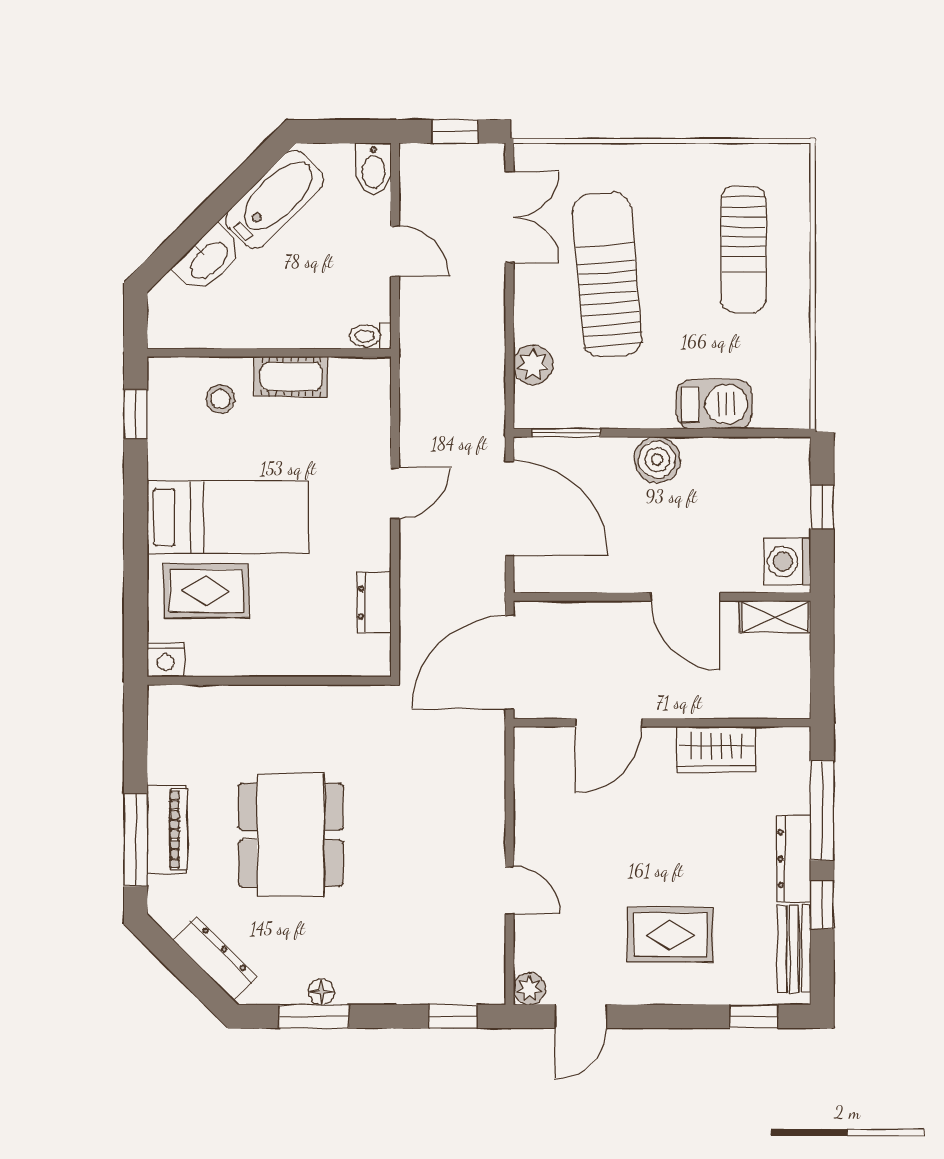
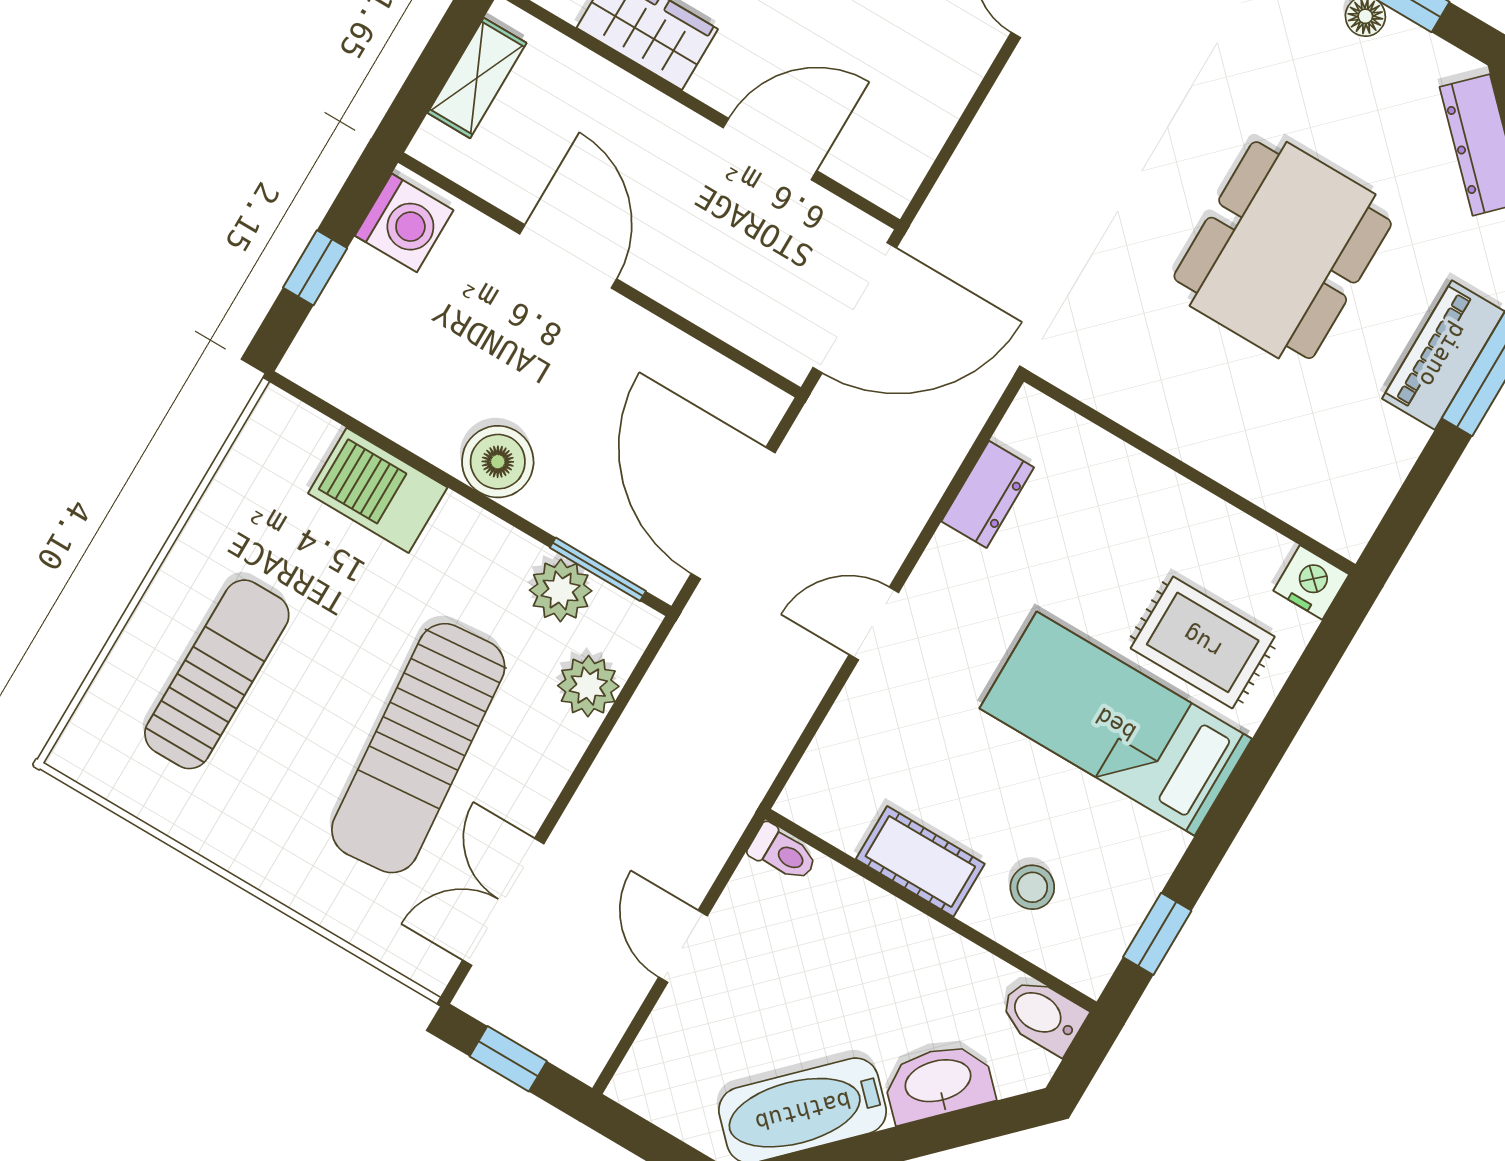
bidet: (374, 168) -> (1043, 1015), moved, turned -90
plant: (580, 409) -> (561, 591), added
shelving: (775, 617) -> (477, 78), moved, turned 90

